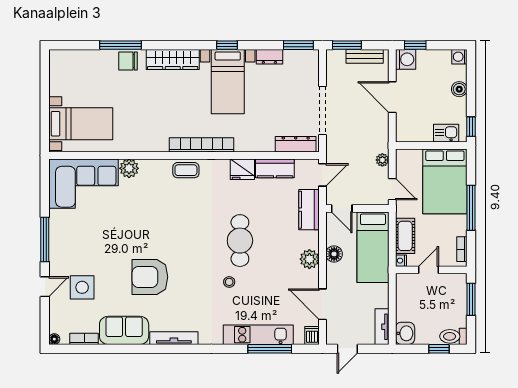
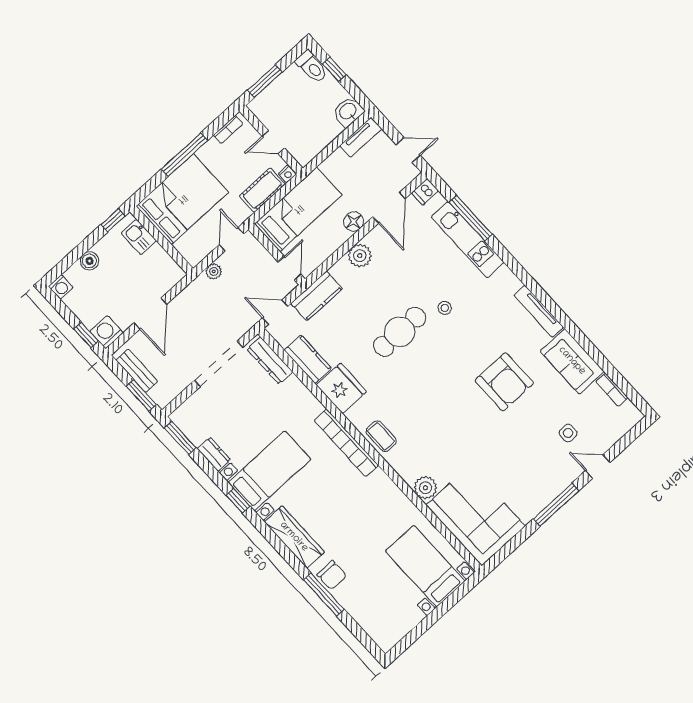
fridge: (242, 169) -> (341, 388), width x1.36, depth x1.34
floor lamp: (334, 254) -> (354, 222), moved
side table: (82, 287) -> (568, 433), width x0.54, depth x0.54
floor lamp: (54, 339) -> (636, 416), removed

